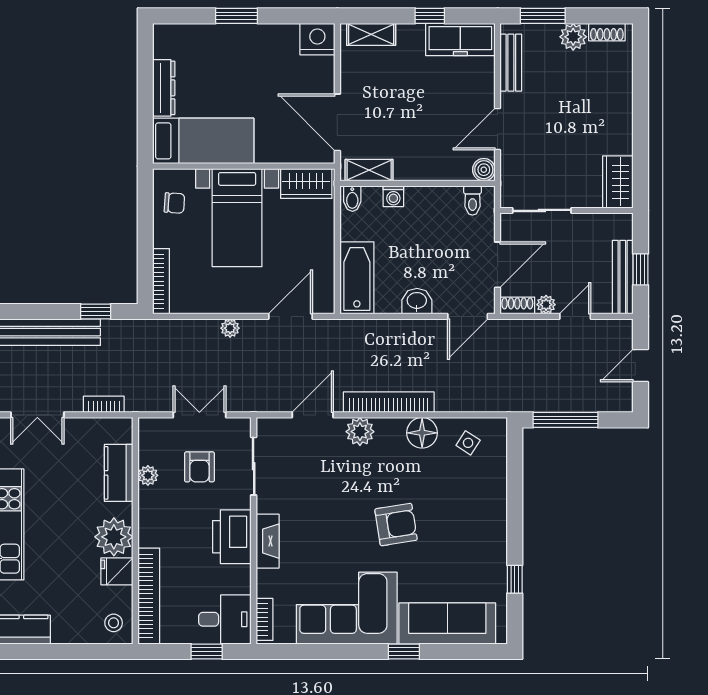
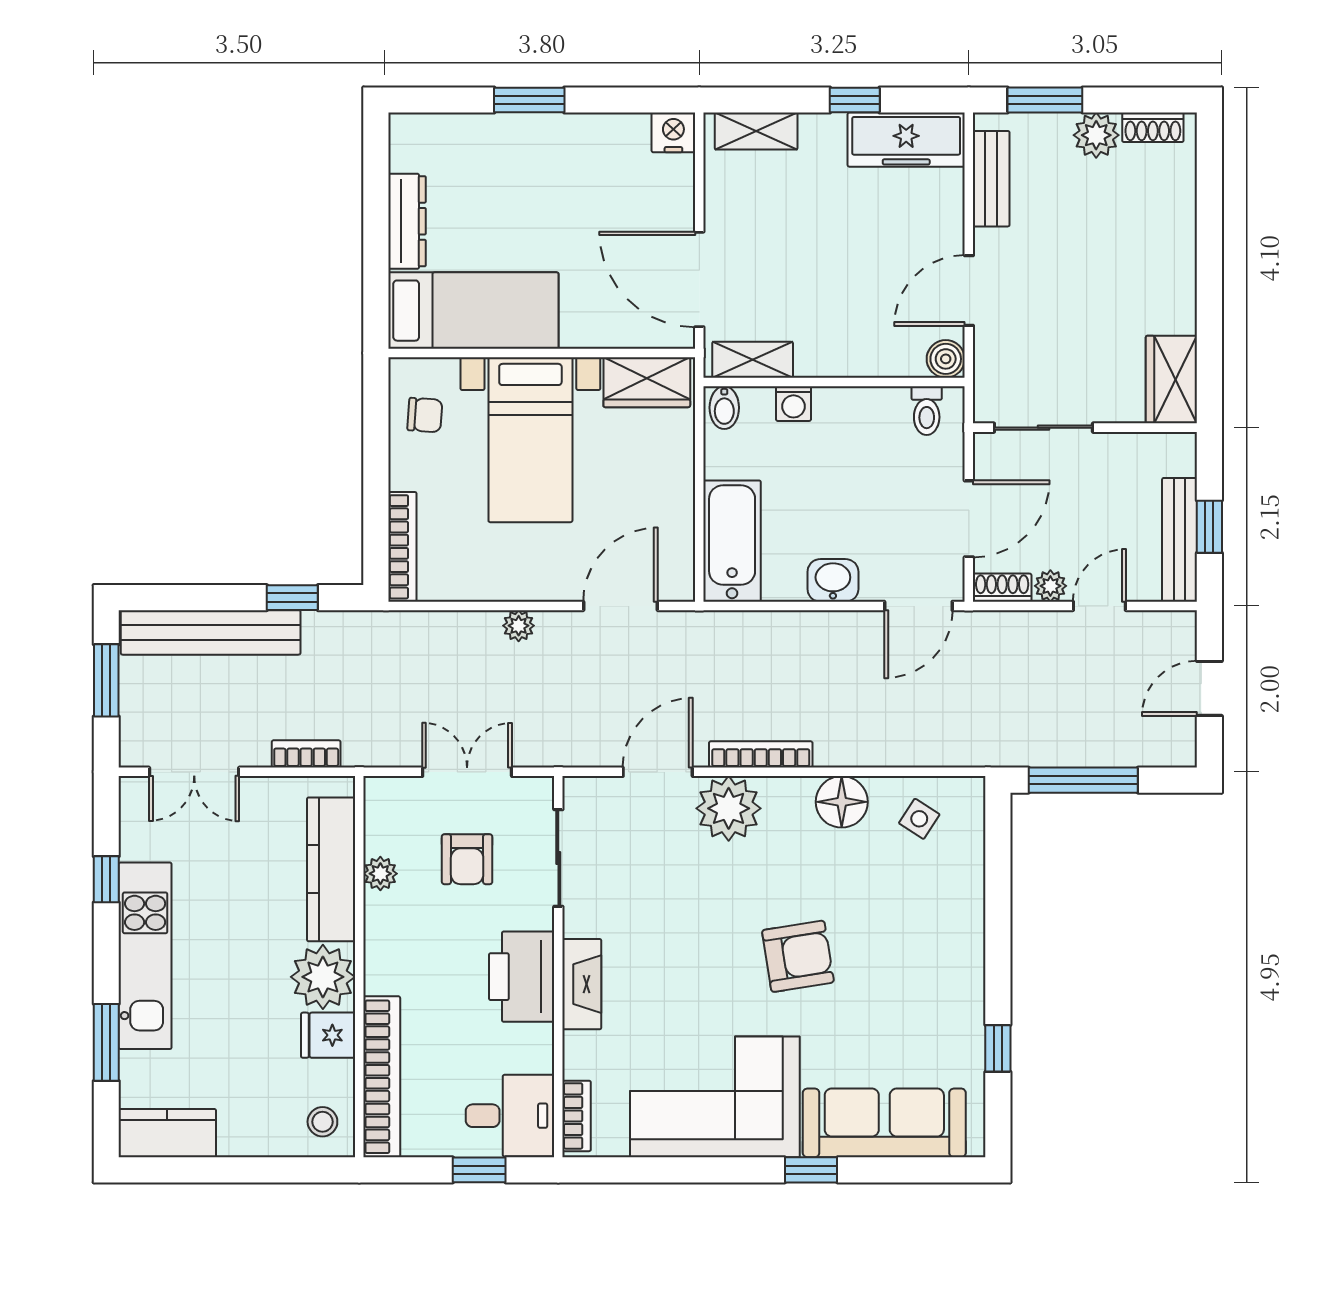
nightstand: (317, 39) -> (673, 132), width x0.74, depth x0.75
bookcase: (389, 402) -> (761, 754), width x0.68, depth x0.76
plant: (360, 432) -> (729, 808), width x1.36, depth x1.36
kitchen counter: (119, 473) -> (331, 869), width x1.50

